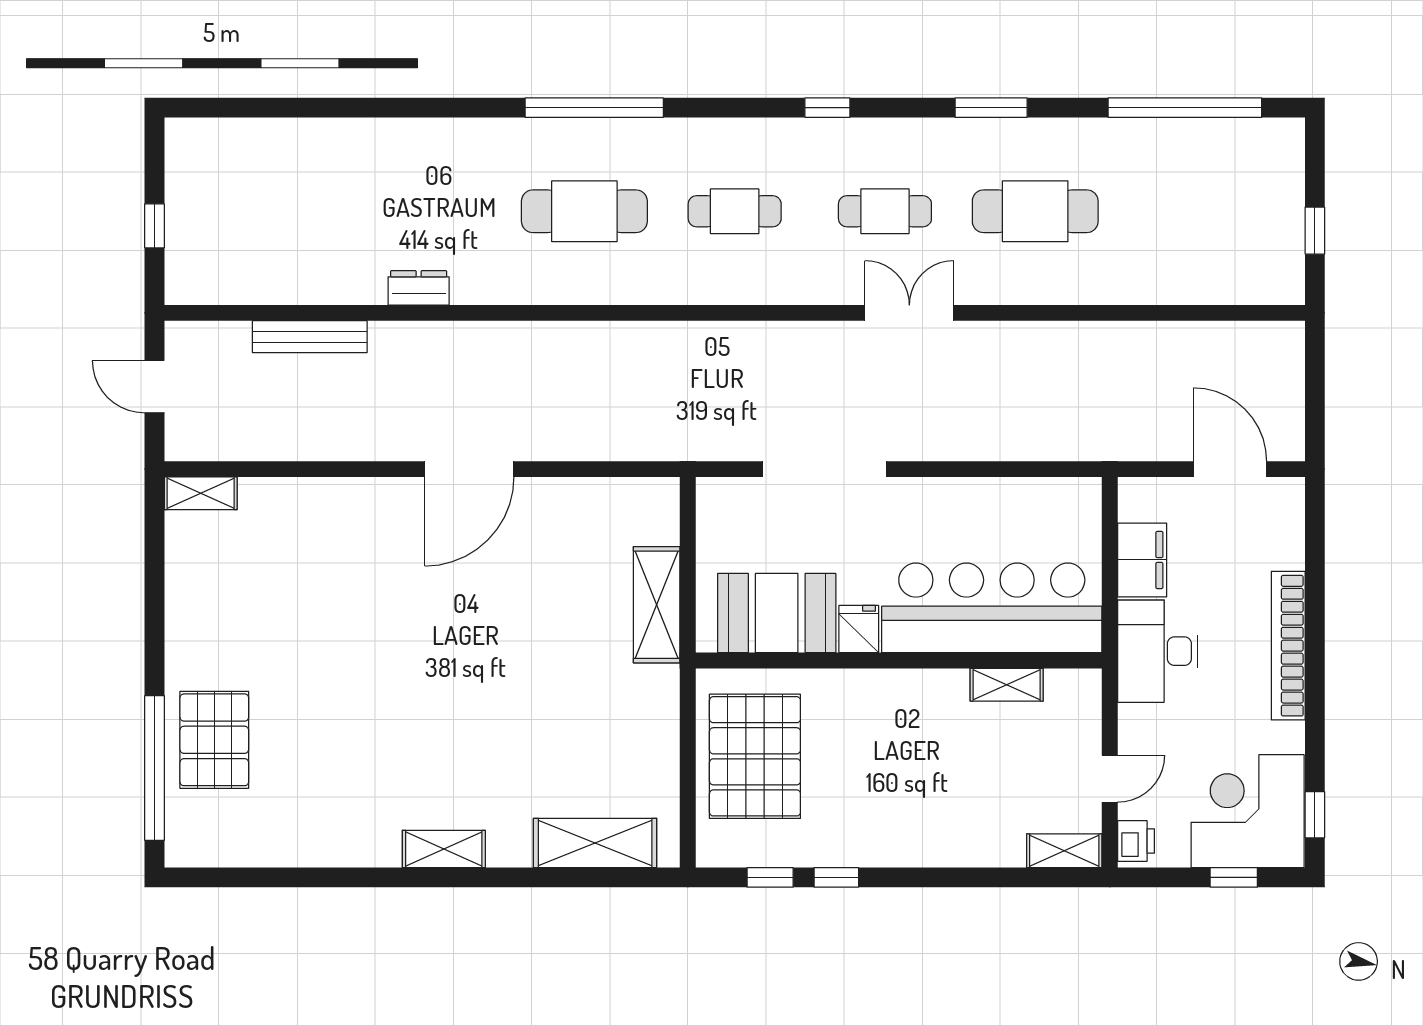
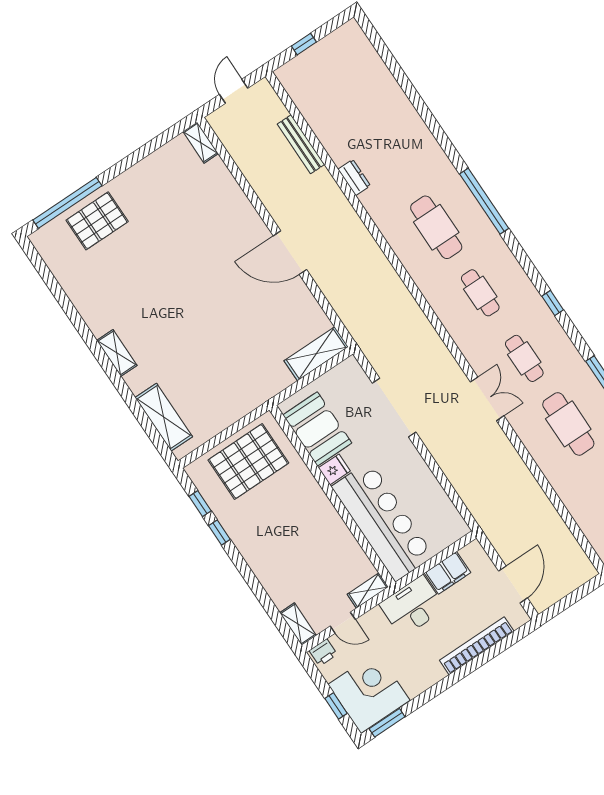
shelving: (657, 605) -> (316, 354), moved
bookcase: (1288, 646) -> (477, 646), moved
shelving: (1007, 685) -> (368, 591), moved, turned 90
window: (1315, 815) -> (387, 723), width x1.50

